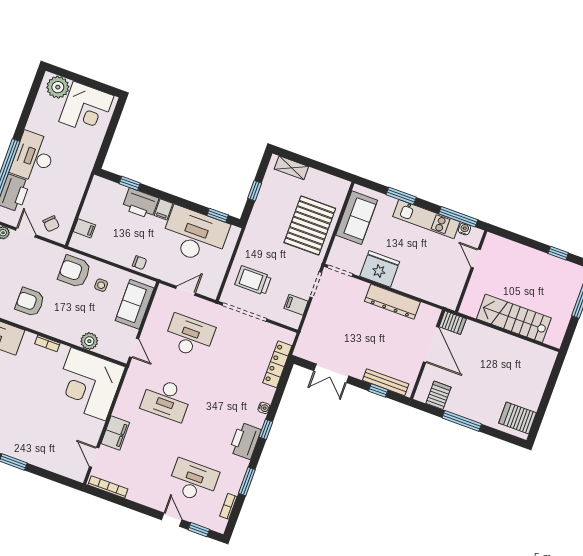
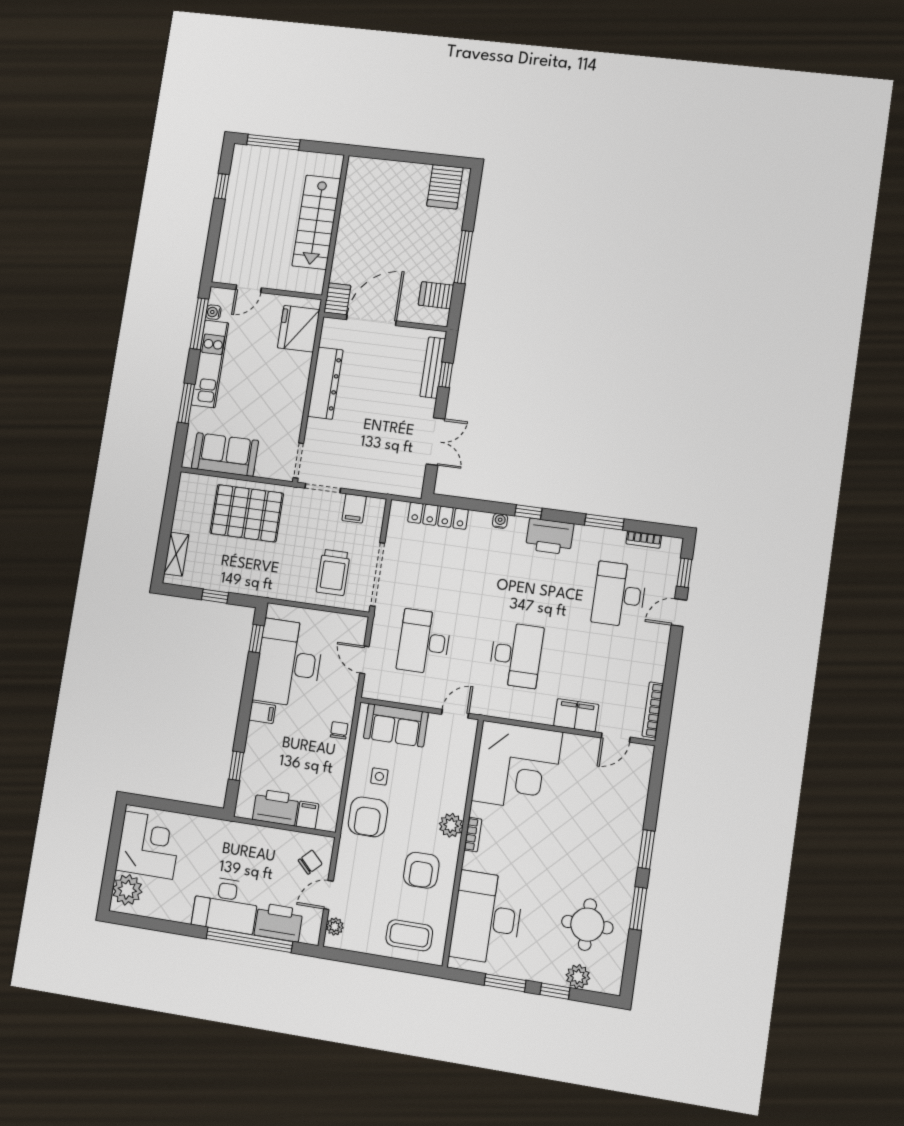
printer: (140, 203) -> (276, 807), moved, turned -90
fridge: (380, 269) -> (299, 329), moved
plant: (89, 341) -> (451, 825), moved

